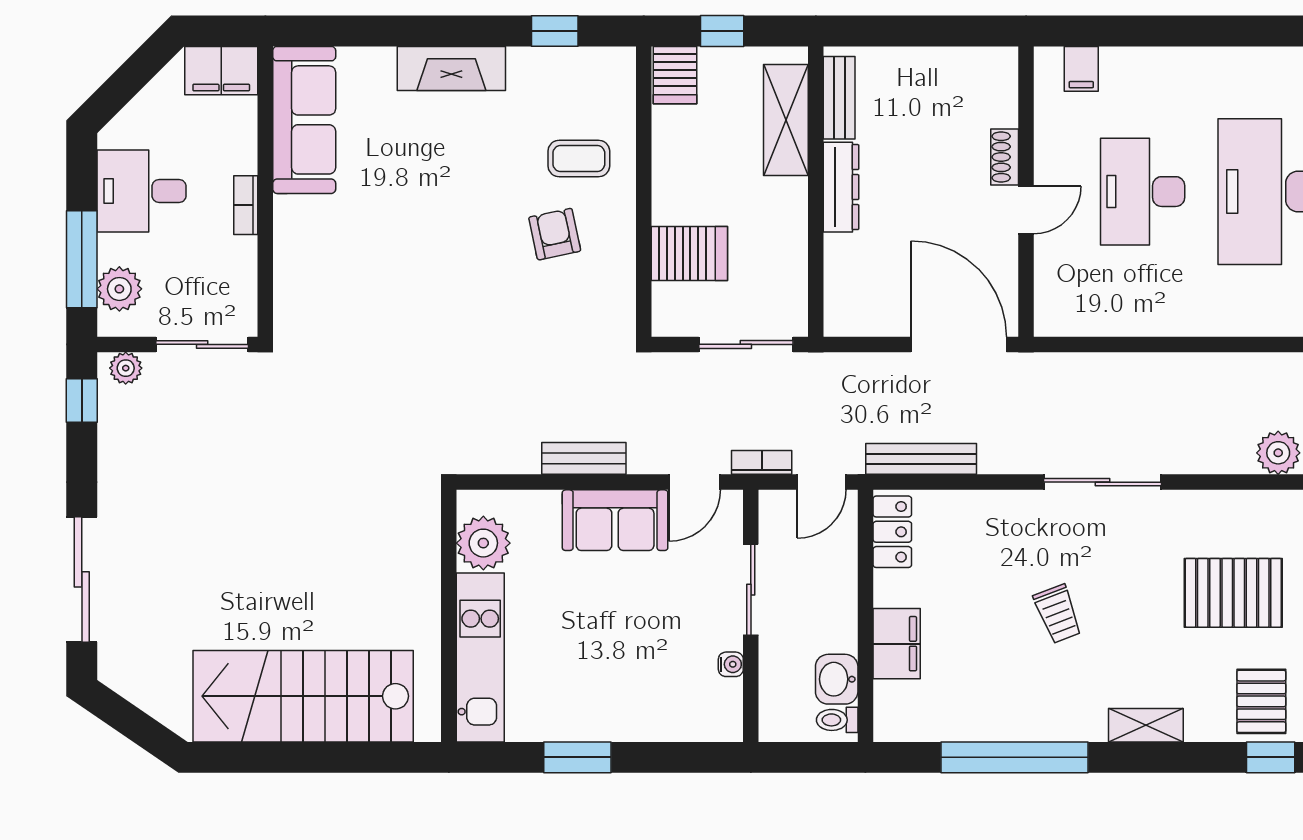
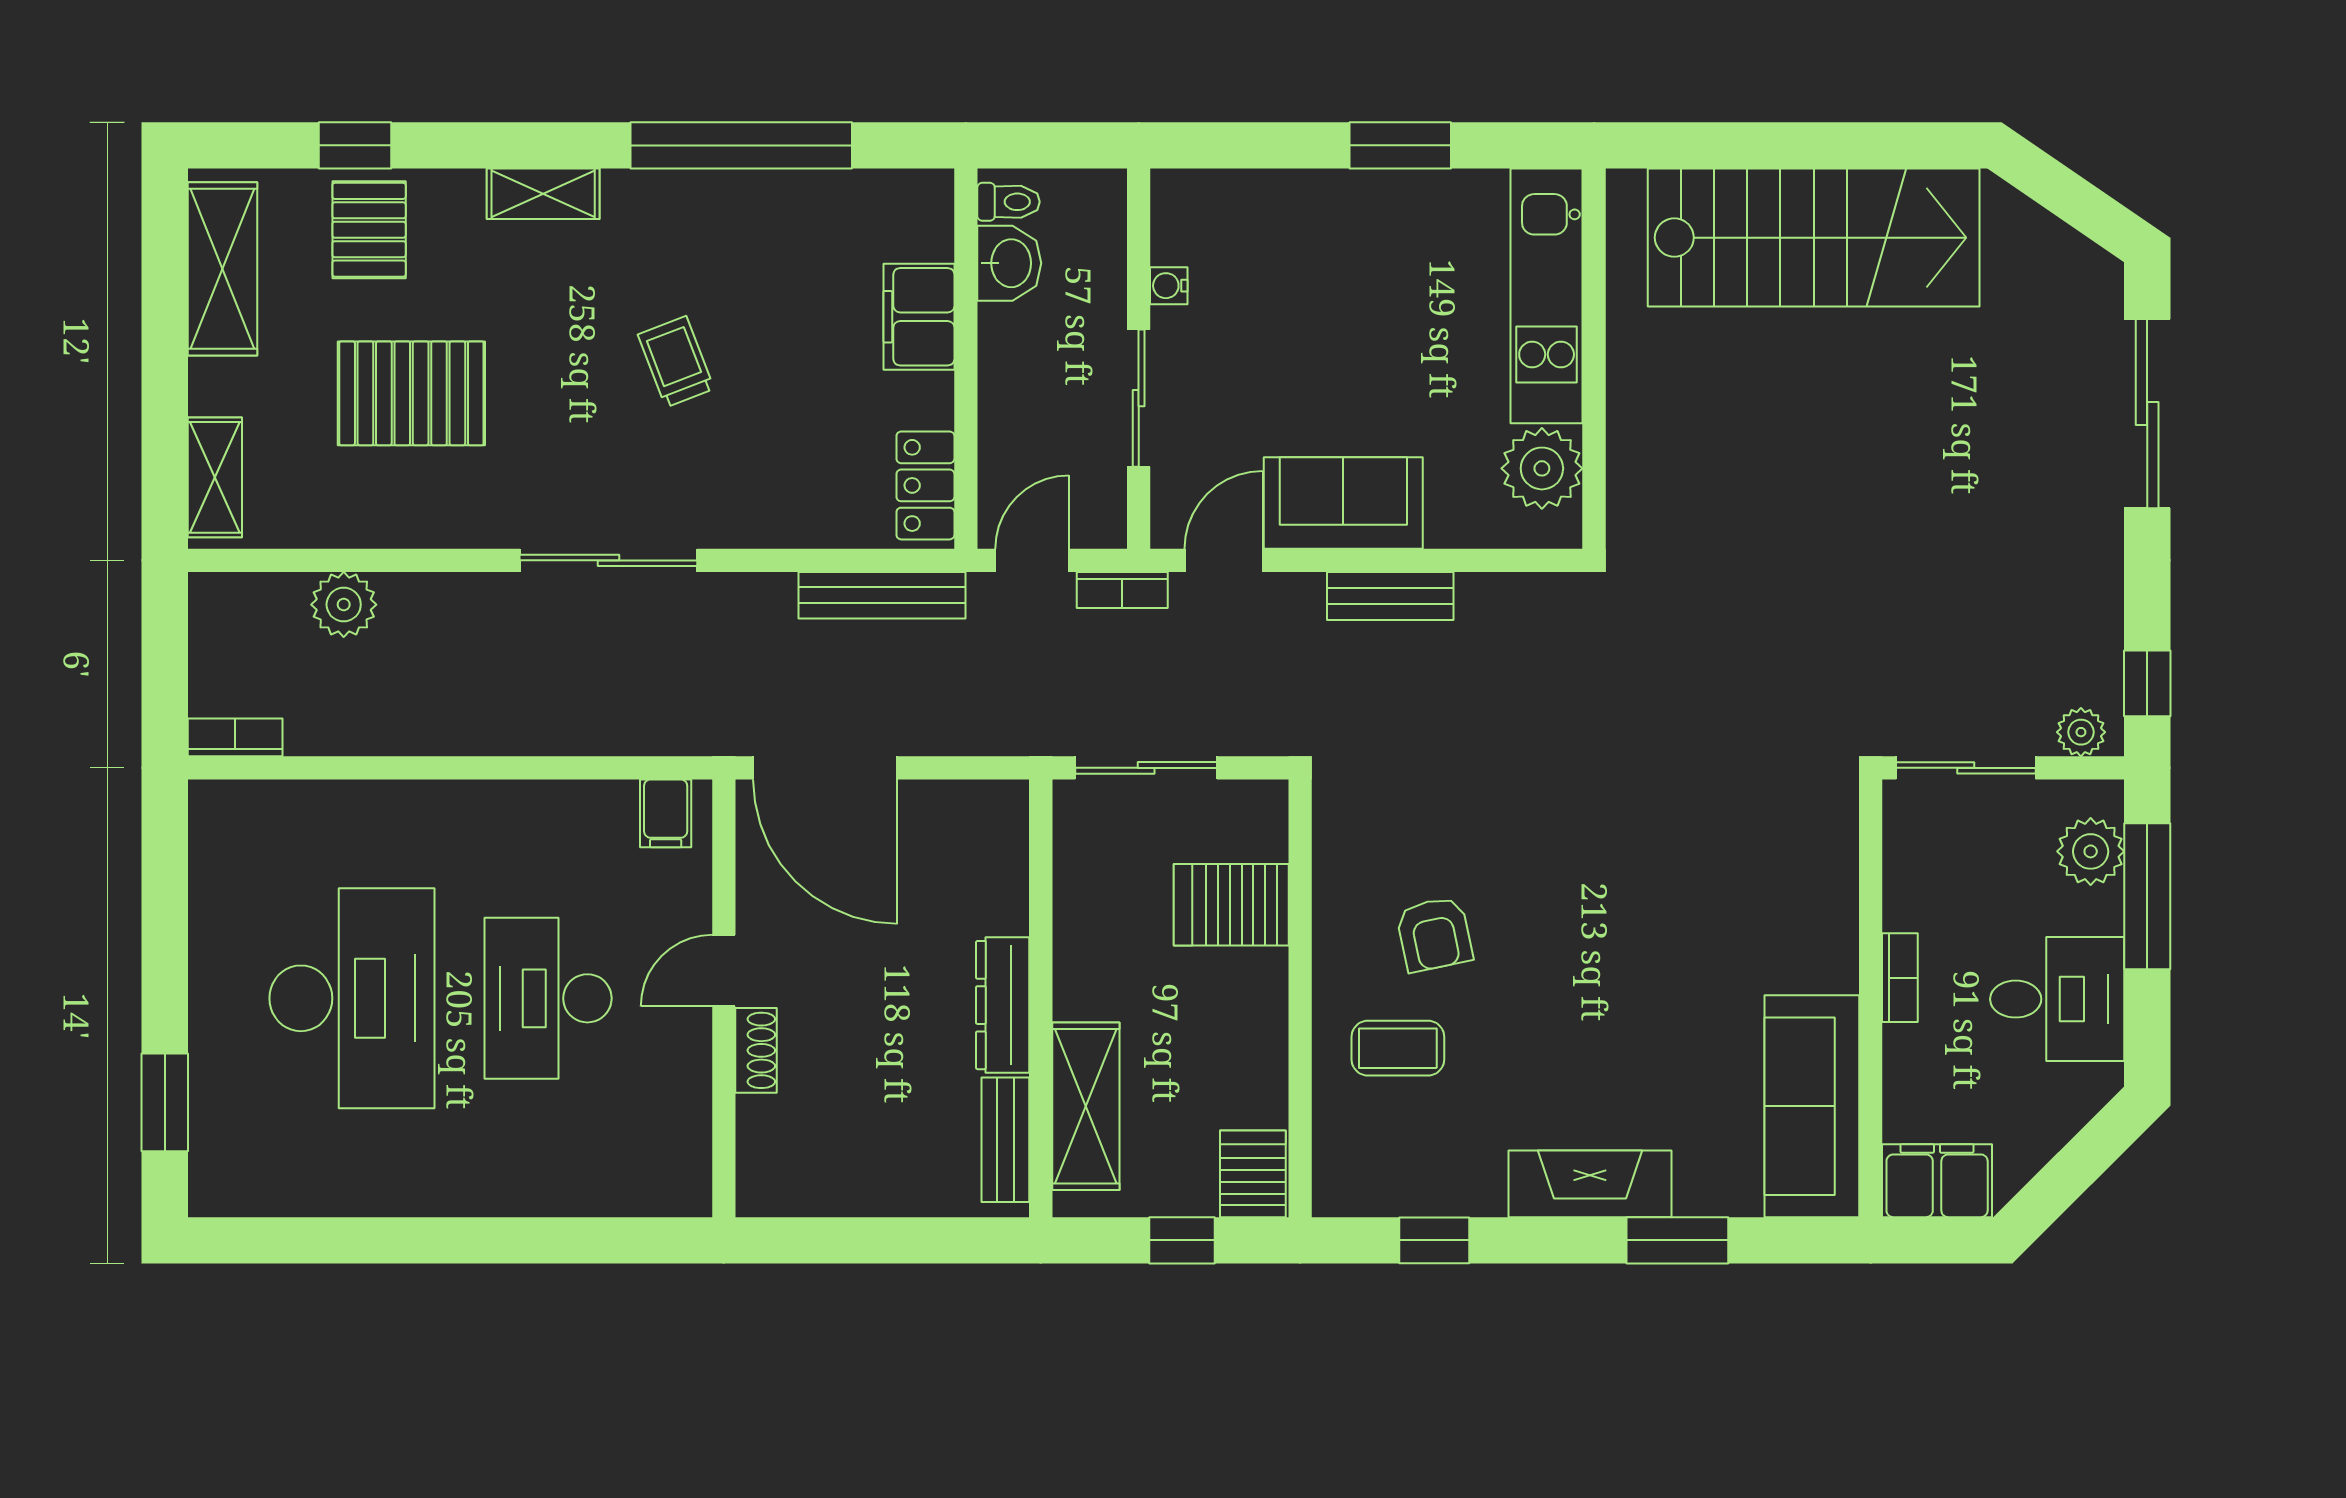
window: (393, 31) -> (1677, 1240), added
filing cabinet: (1081, 69) -> (666, 813), moved, turned 180
desk: (1143, 192) -> (548, 998), turned 180

